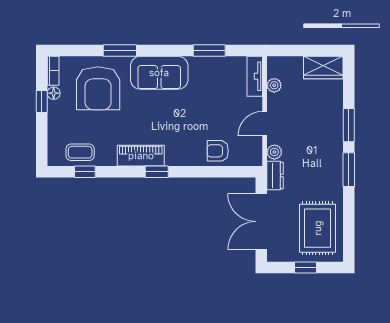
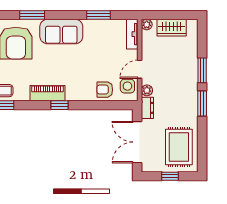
wardrobe: (323, 68) -> (172, 28), moved
plant: (274, 85) -> (147, 25), moved
side table: (248, 146) -> (127, 86), added

